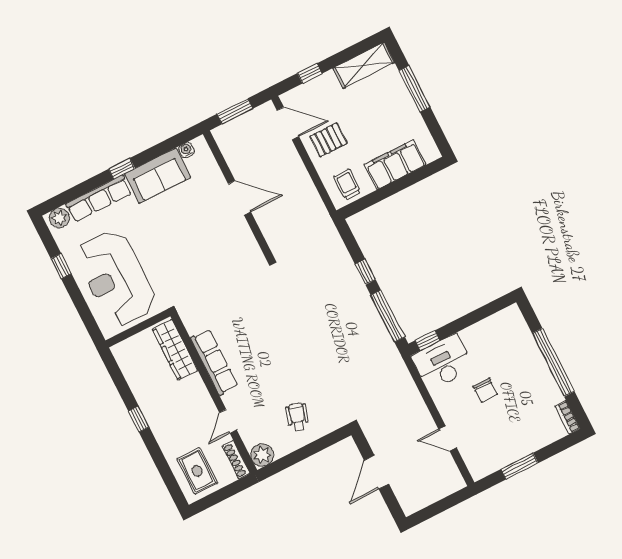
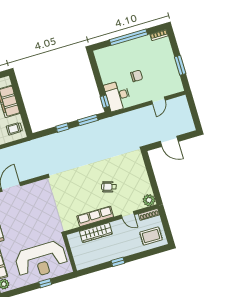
window: (61, 266) -> (45, 283), moved
window: (388, 316) -> (88, 120), width x0.69
wardrobe: (175, 350) -> (96, 233), moved
wheelchair: (297, 417) -> (109, 187), moved

